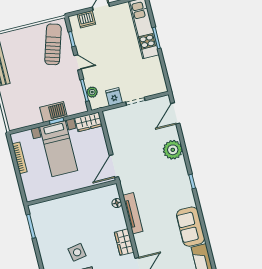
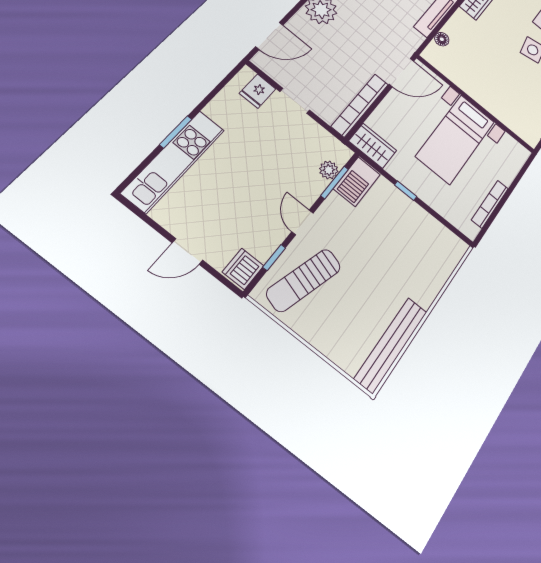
dishwasher: (86, 19) -> (243, 269), moved, turned -90
fridge: (114, 97) -> (258, 91), moved
barbecue: (53, 112) -> (357, 182), moved, turned -90
bookcase: (112, 131) -> (360, 105), added
bed with nightstands: (59, 149) -> (456, 139), moved, turned 180

